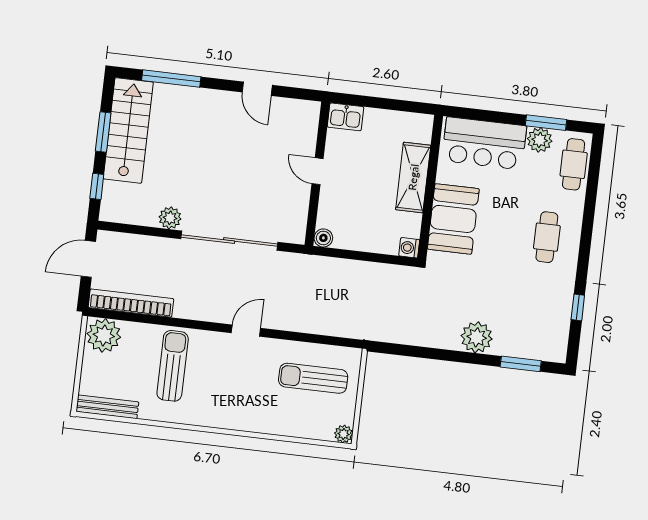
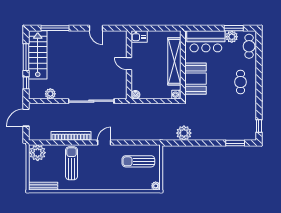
window: (103, 132) -> (26, 57), width x1.44
shelving: (413, 177) -> (174, 61), width x1.47
plant: (170, 218) -> (50, 94), moved
bookcase: (131, 303) -> (71, 136), moved
window: (578, 307) -> (259, 126), moved
plant: (477, 337) -> (184, 133), moved

